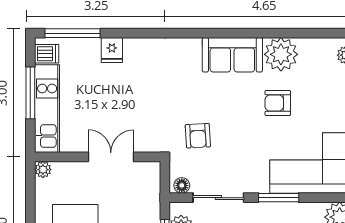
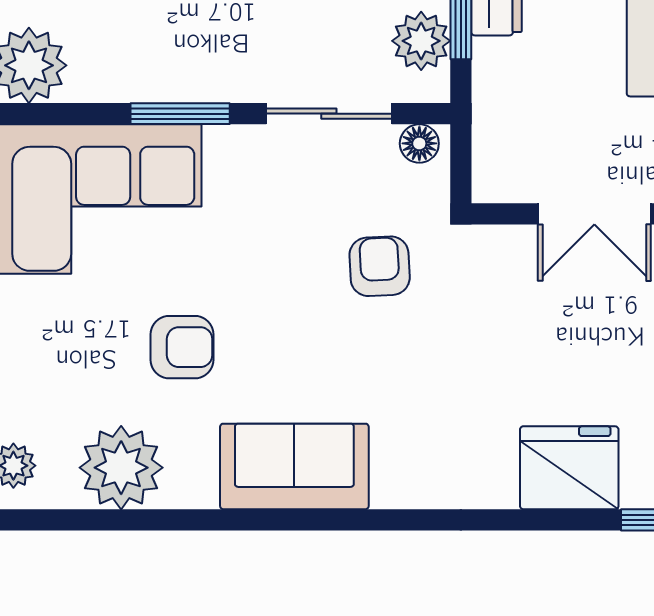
fridge: (112, 50) -> (569, 468), width x1.88, depth x1.34
plant: (281, 54) -> (121, 468), moved

